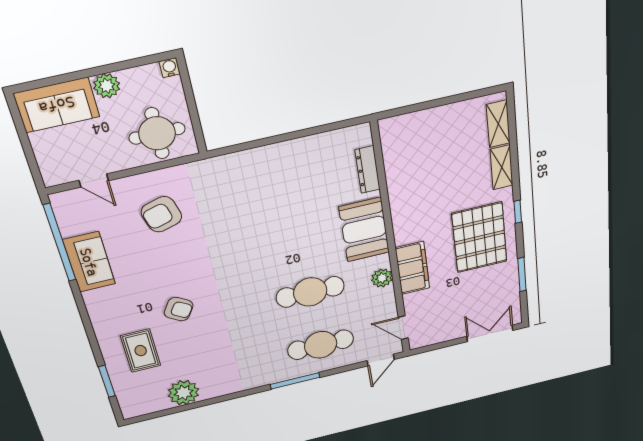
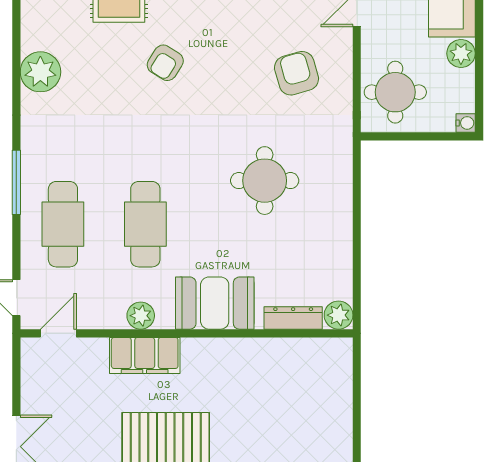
plant: (360, 135) -> (339, 315), added
round table: (258, 217) -> (265, 181), added
plant: (184, 393) -> (40, 72), moved

